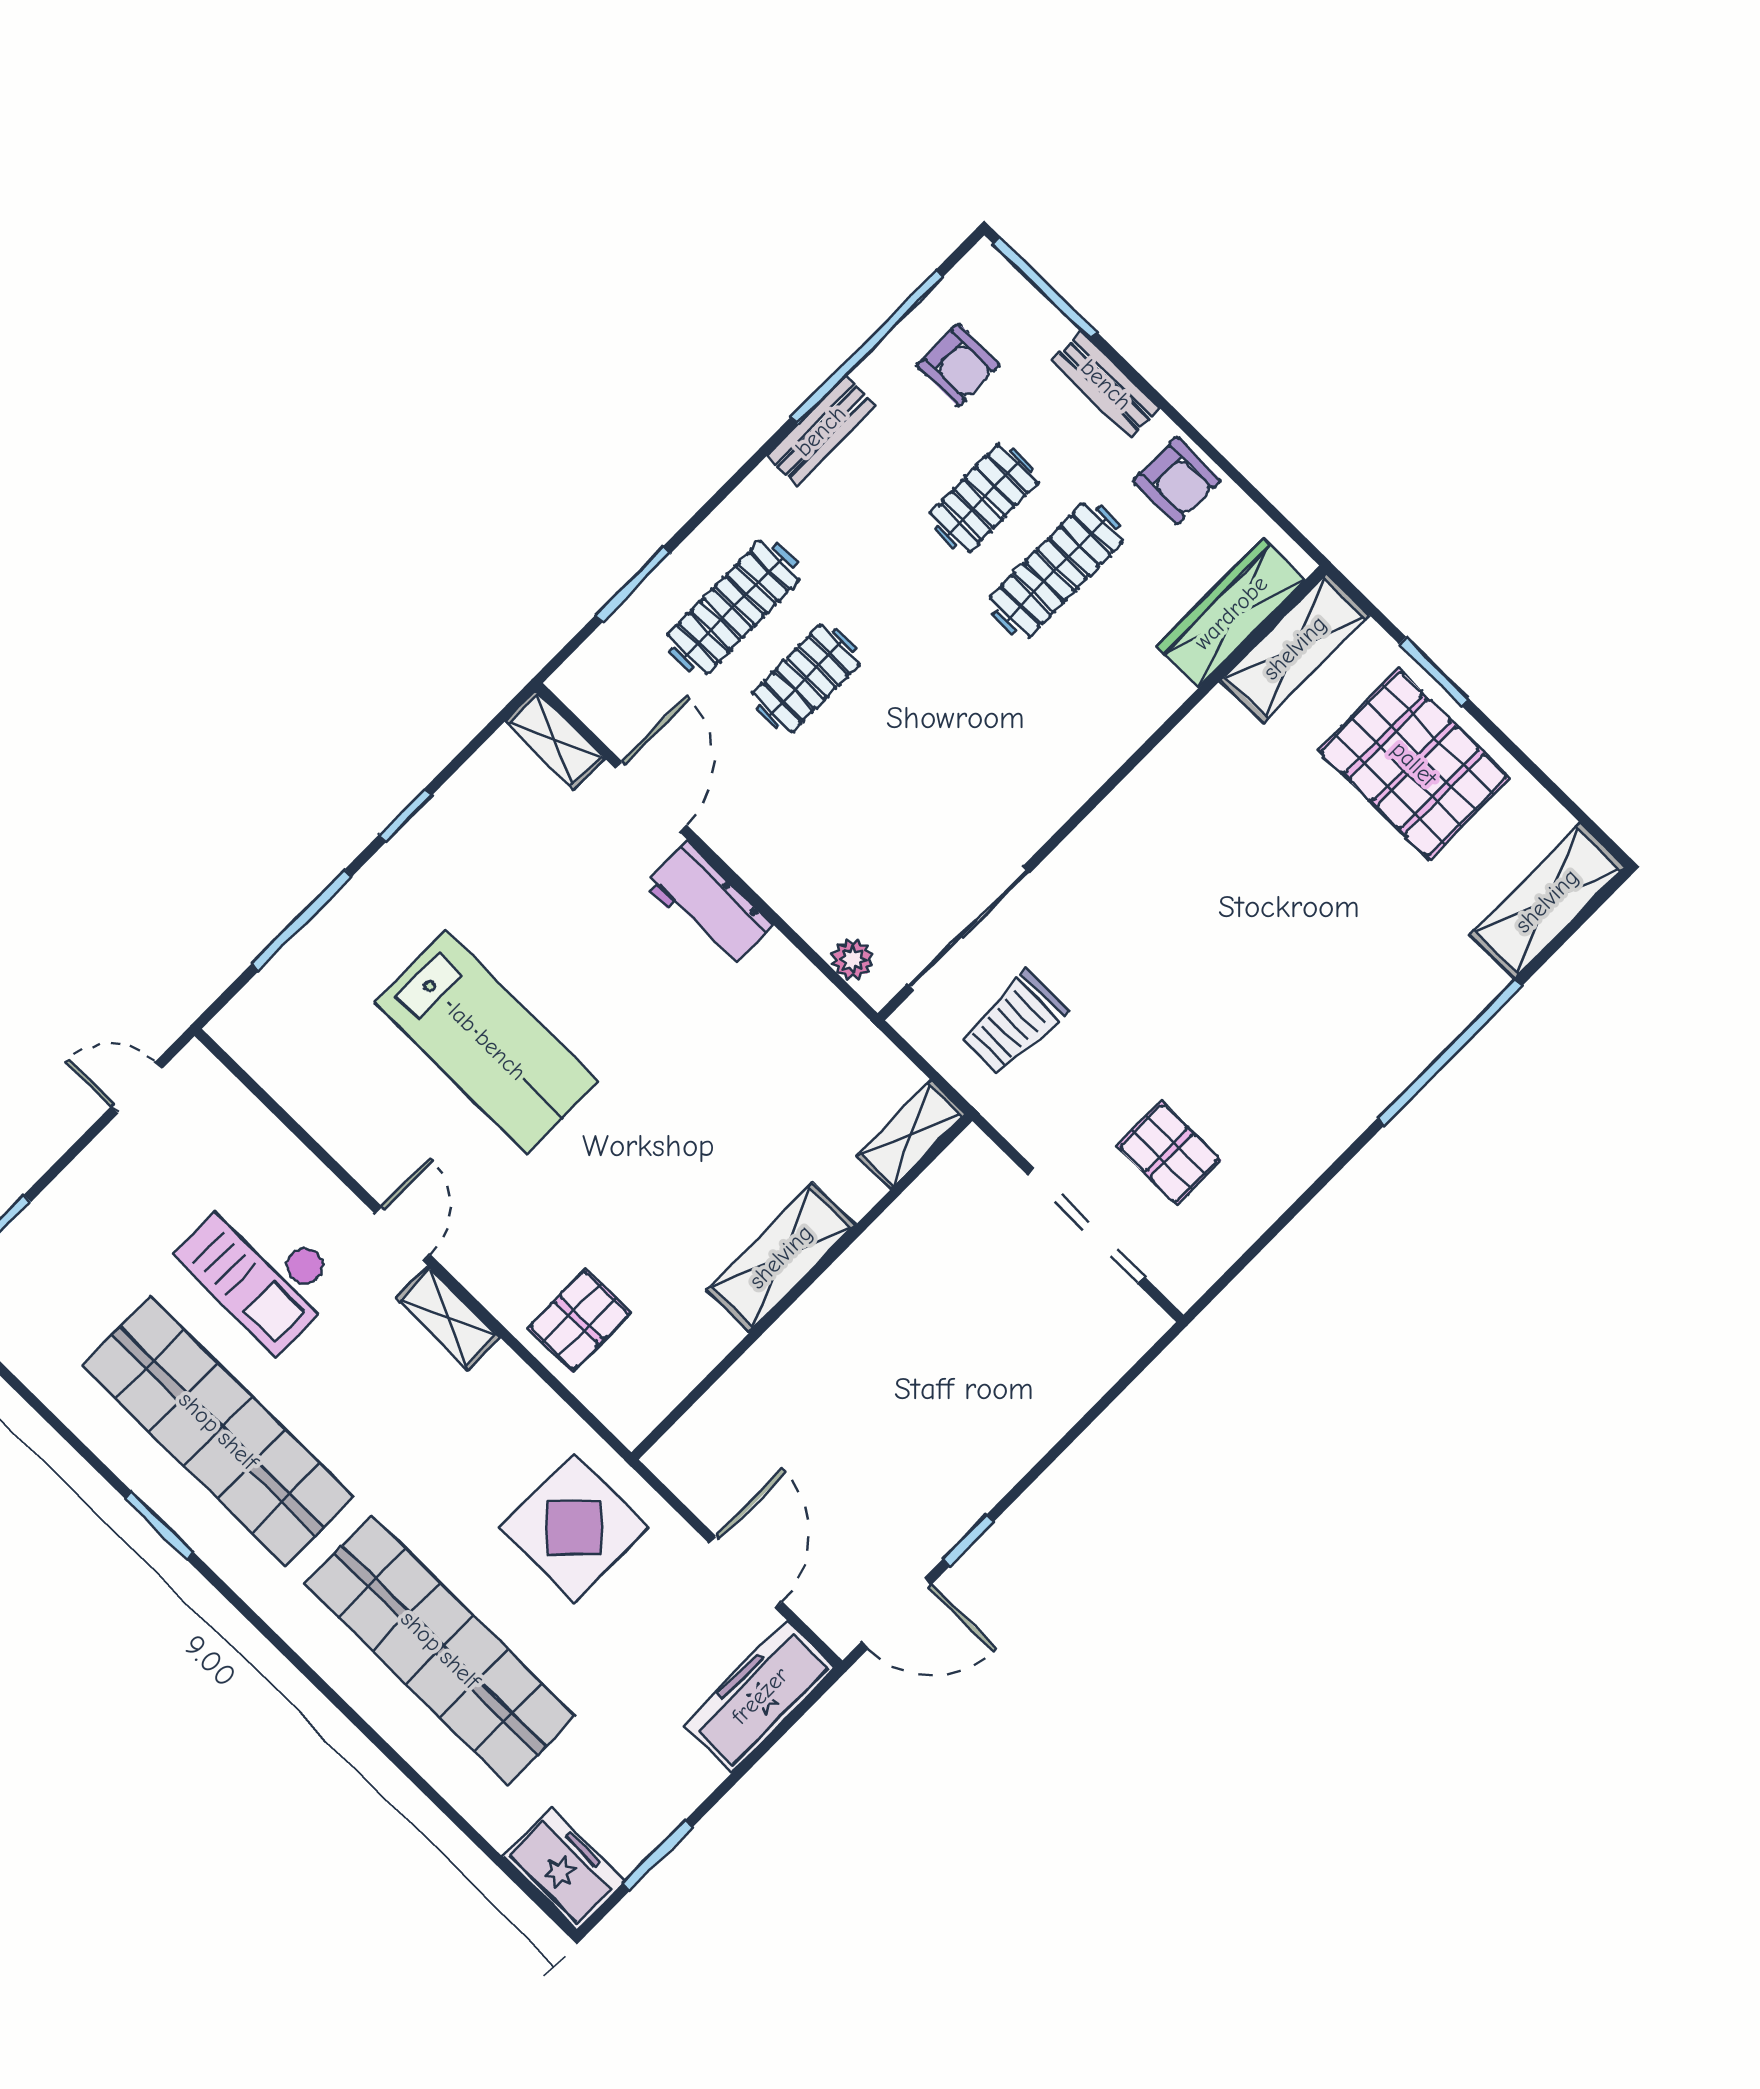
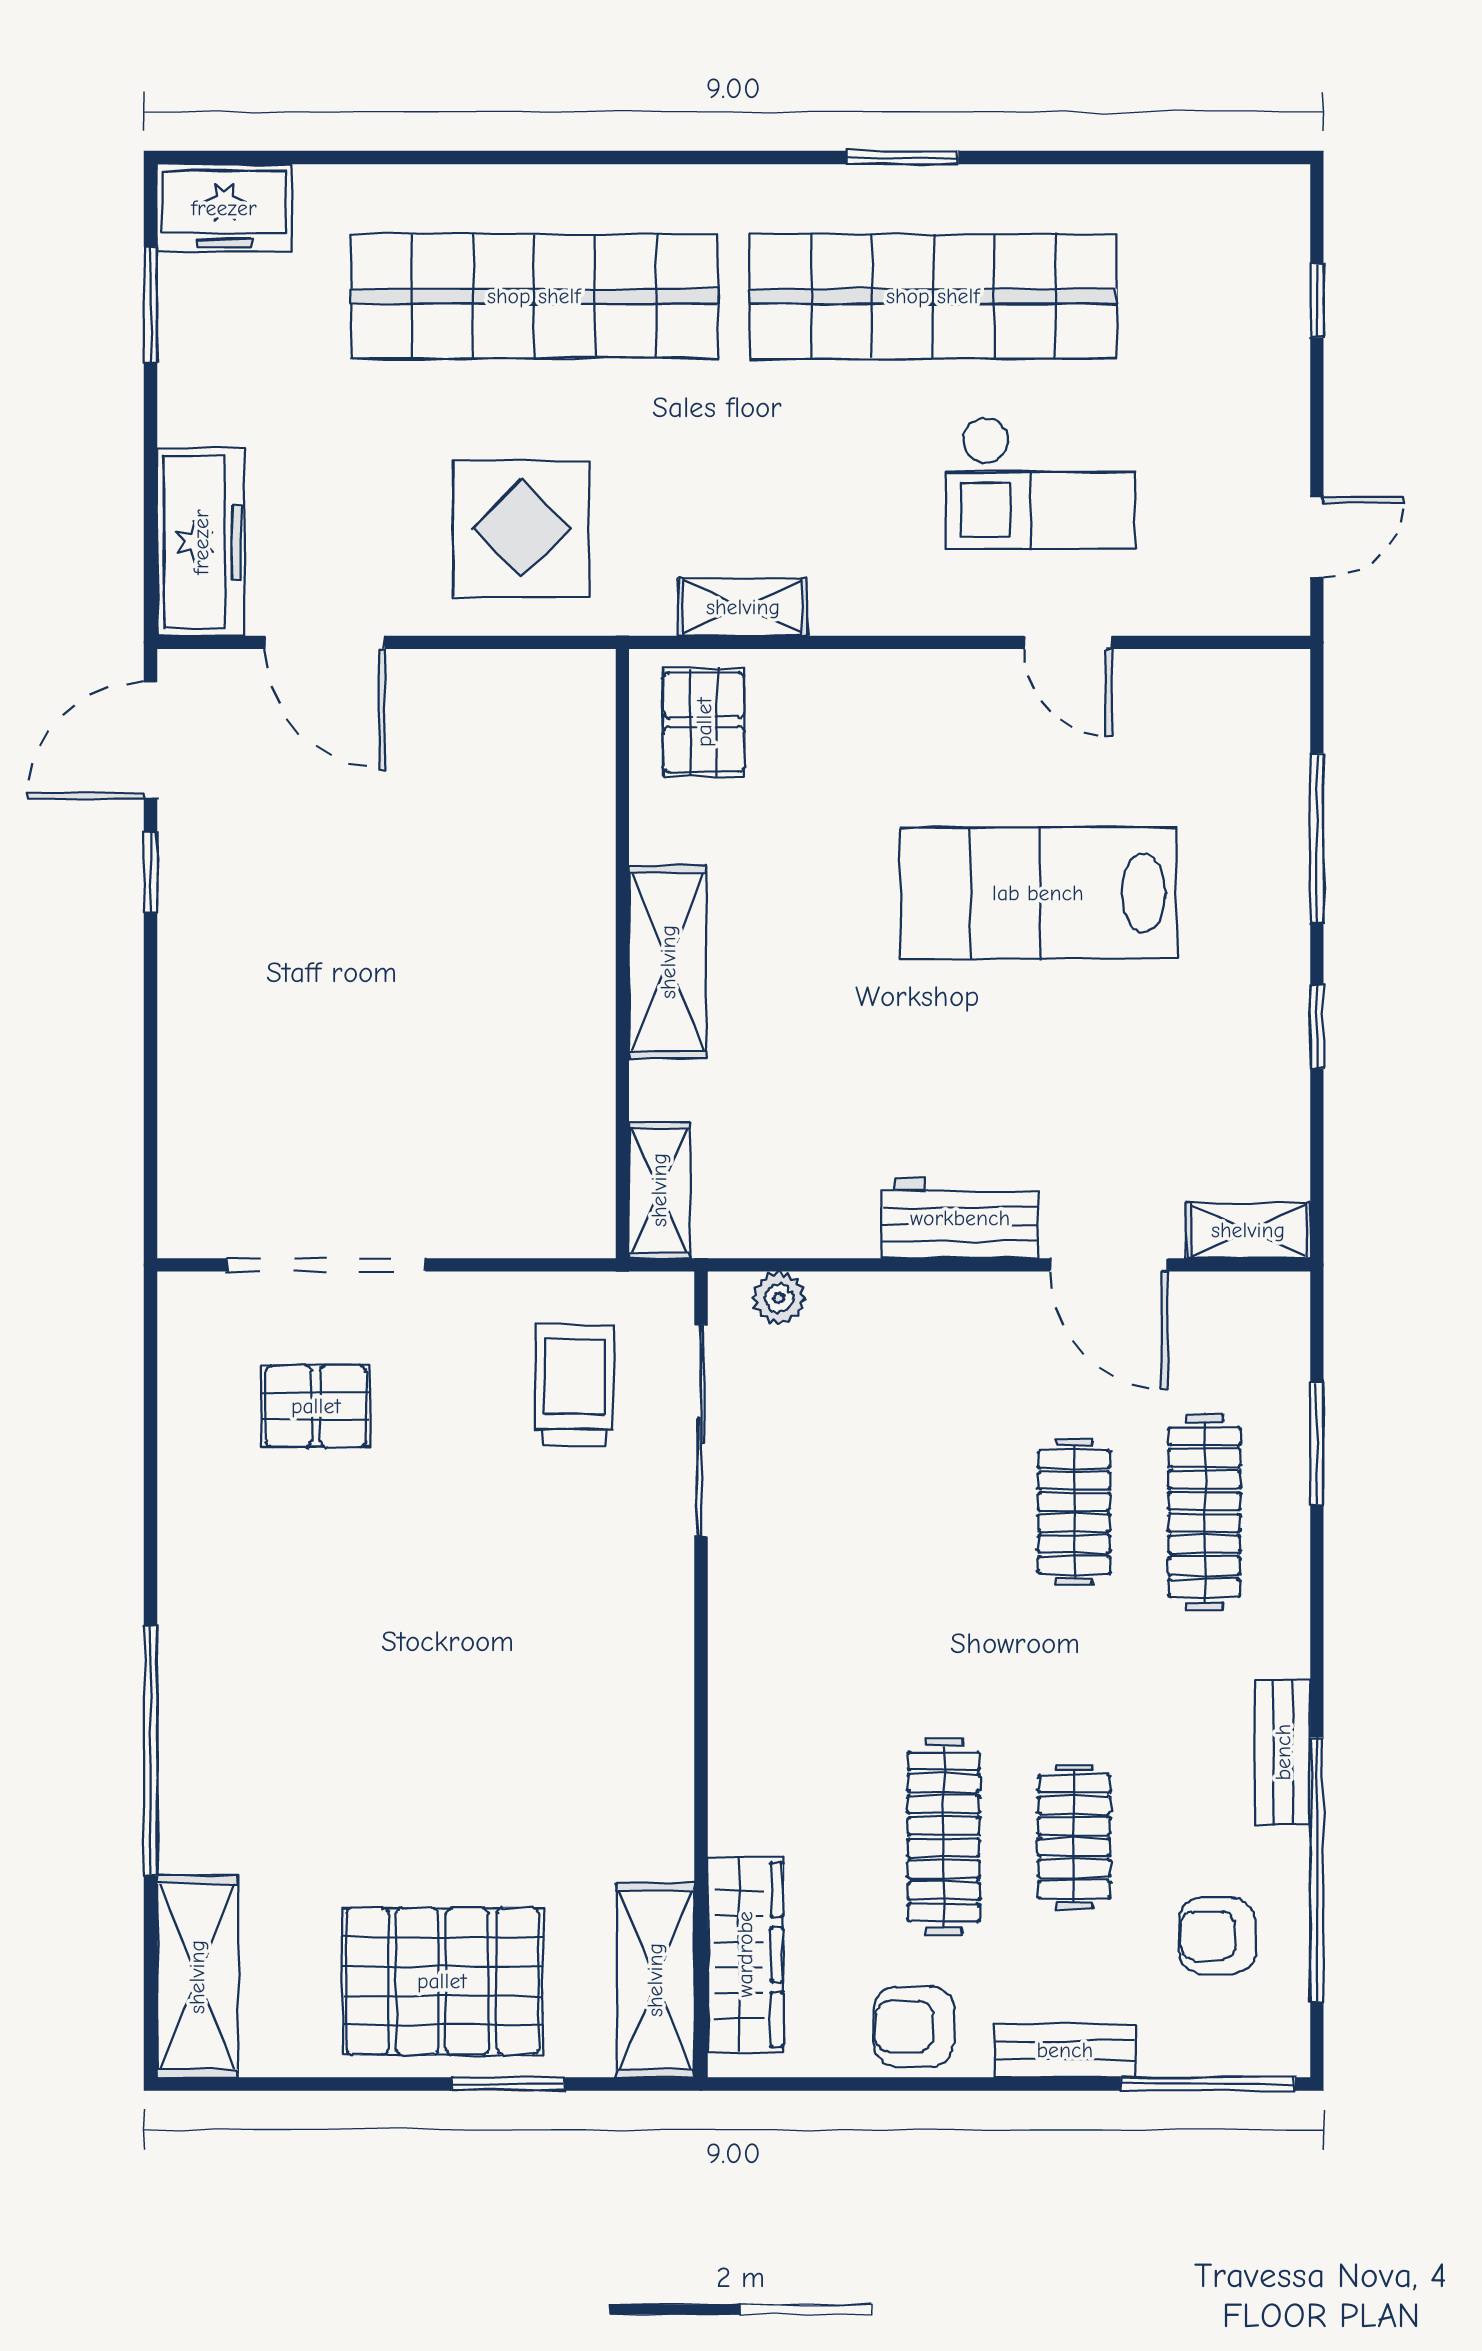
shelving: (911, 1135) -> (659, 1190), moved
door: (403, 1234) -> (1068, 642), moved
shelving: (781, 1257) -> (668, 962), moved
checkout: (261, 1269) -> (1041, 483), turned 180
wall: (802, 1287) -> (622, 954), moved
shelving: (448, 1318) -> (743, 607), moved

